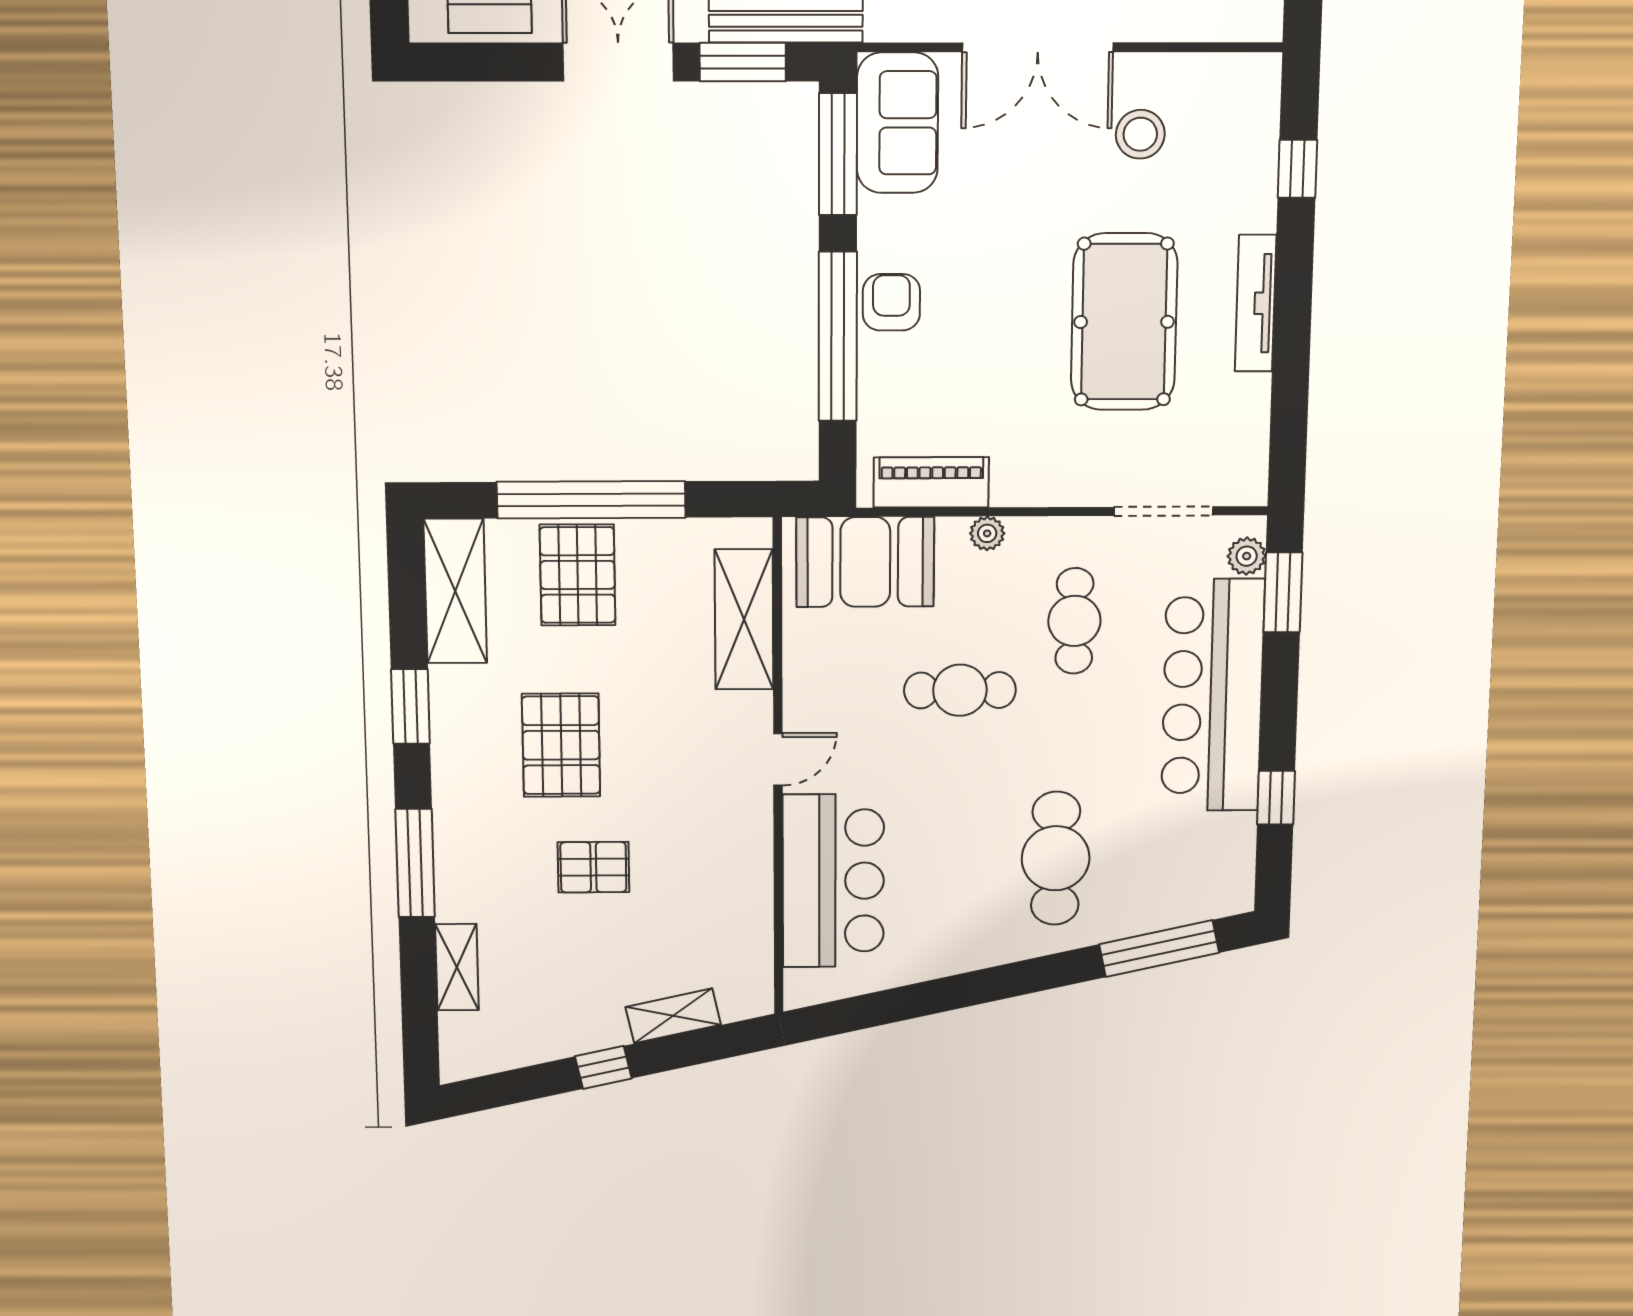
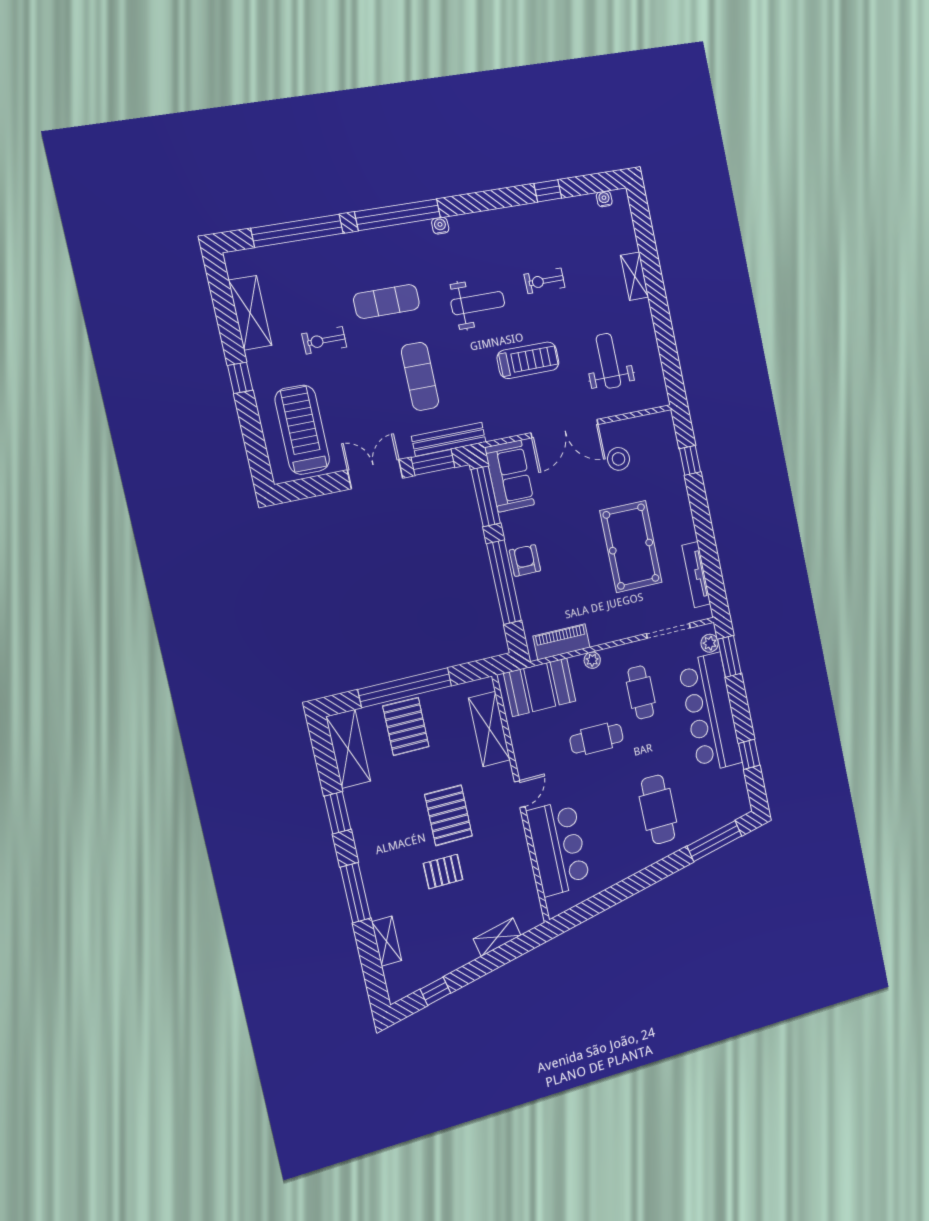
tv unit: (1256, 303) -> (696, 575), moved
pallet: (561, 745) -> (448, 815), moved
window: (603, 1067) -> (435, 991), moved

